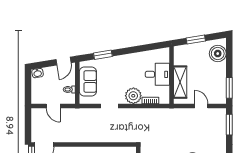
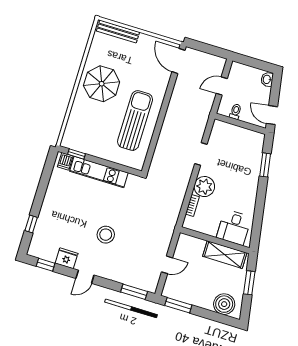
desk: (157, 74) -> (234, 227), moved
sofa: (88, 81) -> (238, 137), removed
shelving: (180, 82) -> (225, 255), moved

